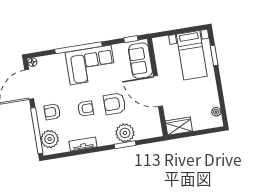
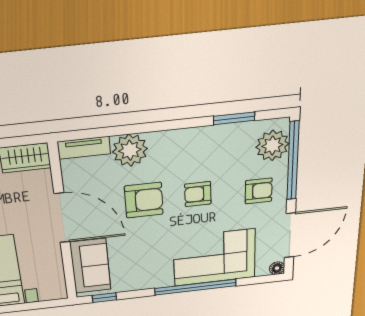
corner sofa: (91, 65) -> (214, 258), moved
tv unit: (83, 144) -> (84, 148), moved
window: (125, 145) -> (234, 118), moved

